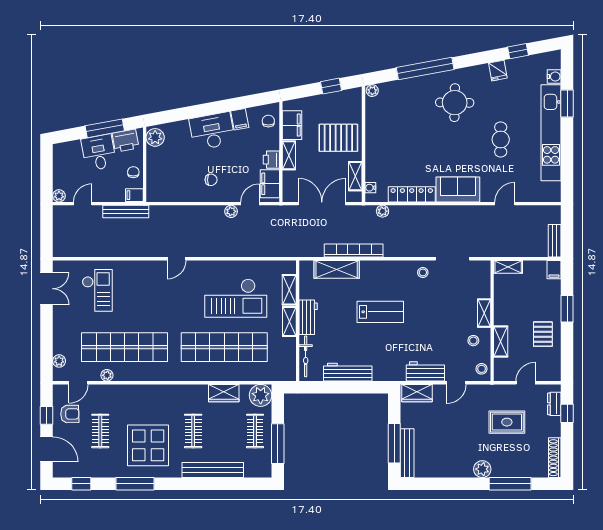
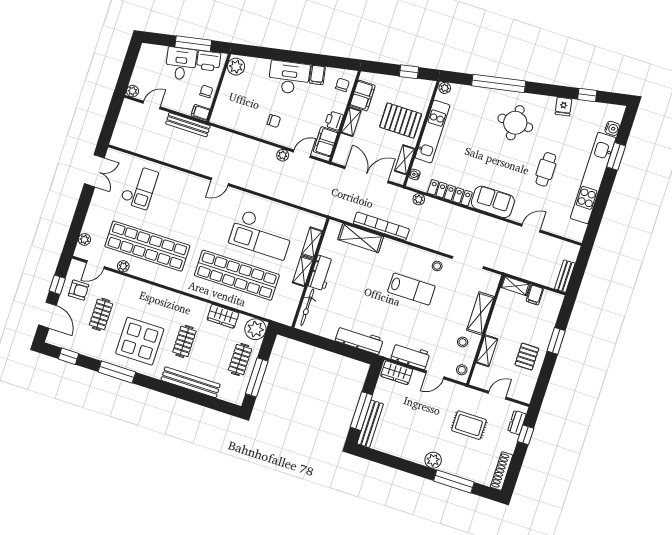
kitchen unit: (374, 138) -> (432, 131), added
filing cabinet: (554, 270) -> (535, 295), moved
lab bench: (380, 312) -> (411, 289), moved
shelving: (484, 313) -> (480, 313), width x1.50, depth x1.33
workbench: (348, 372) -> (359, 340), moved

